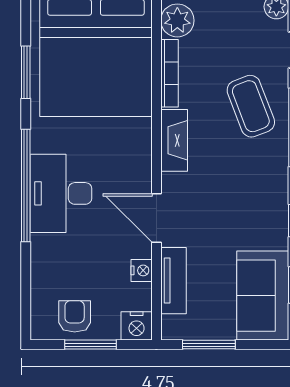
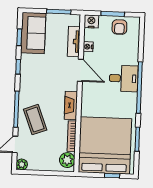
desk: (61, 193) -> (124, 78), width x0.73

